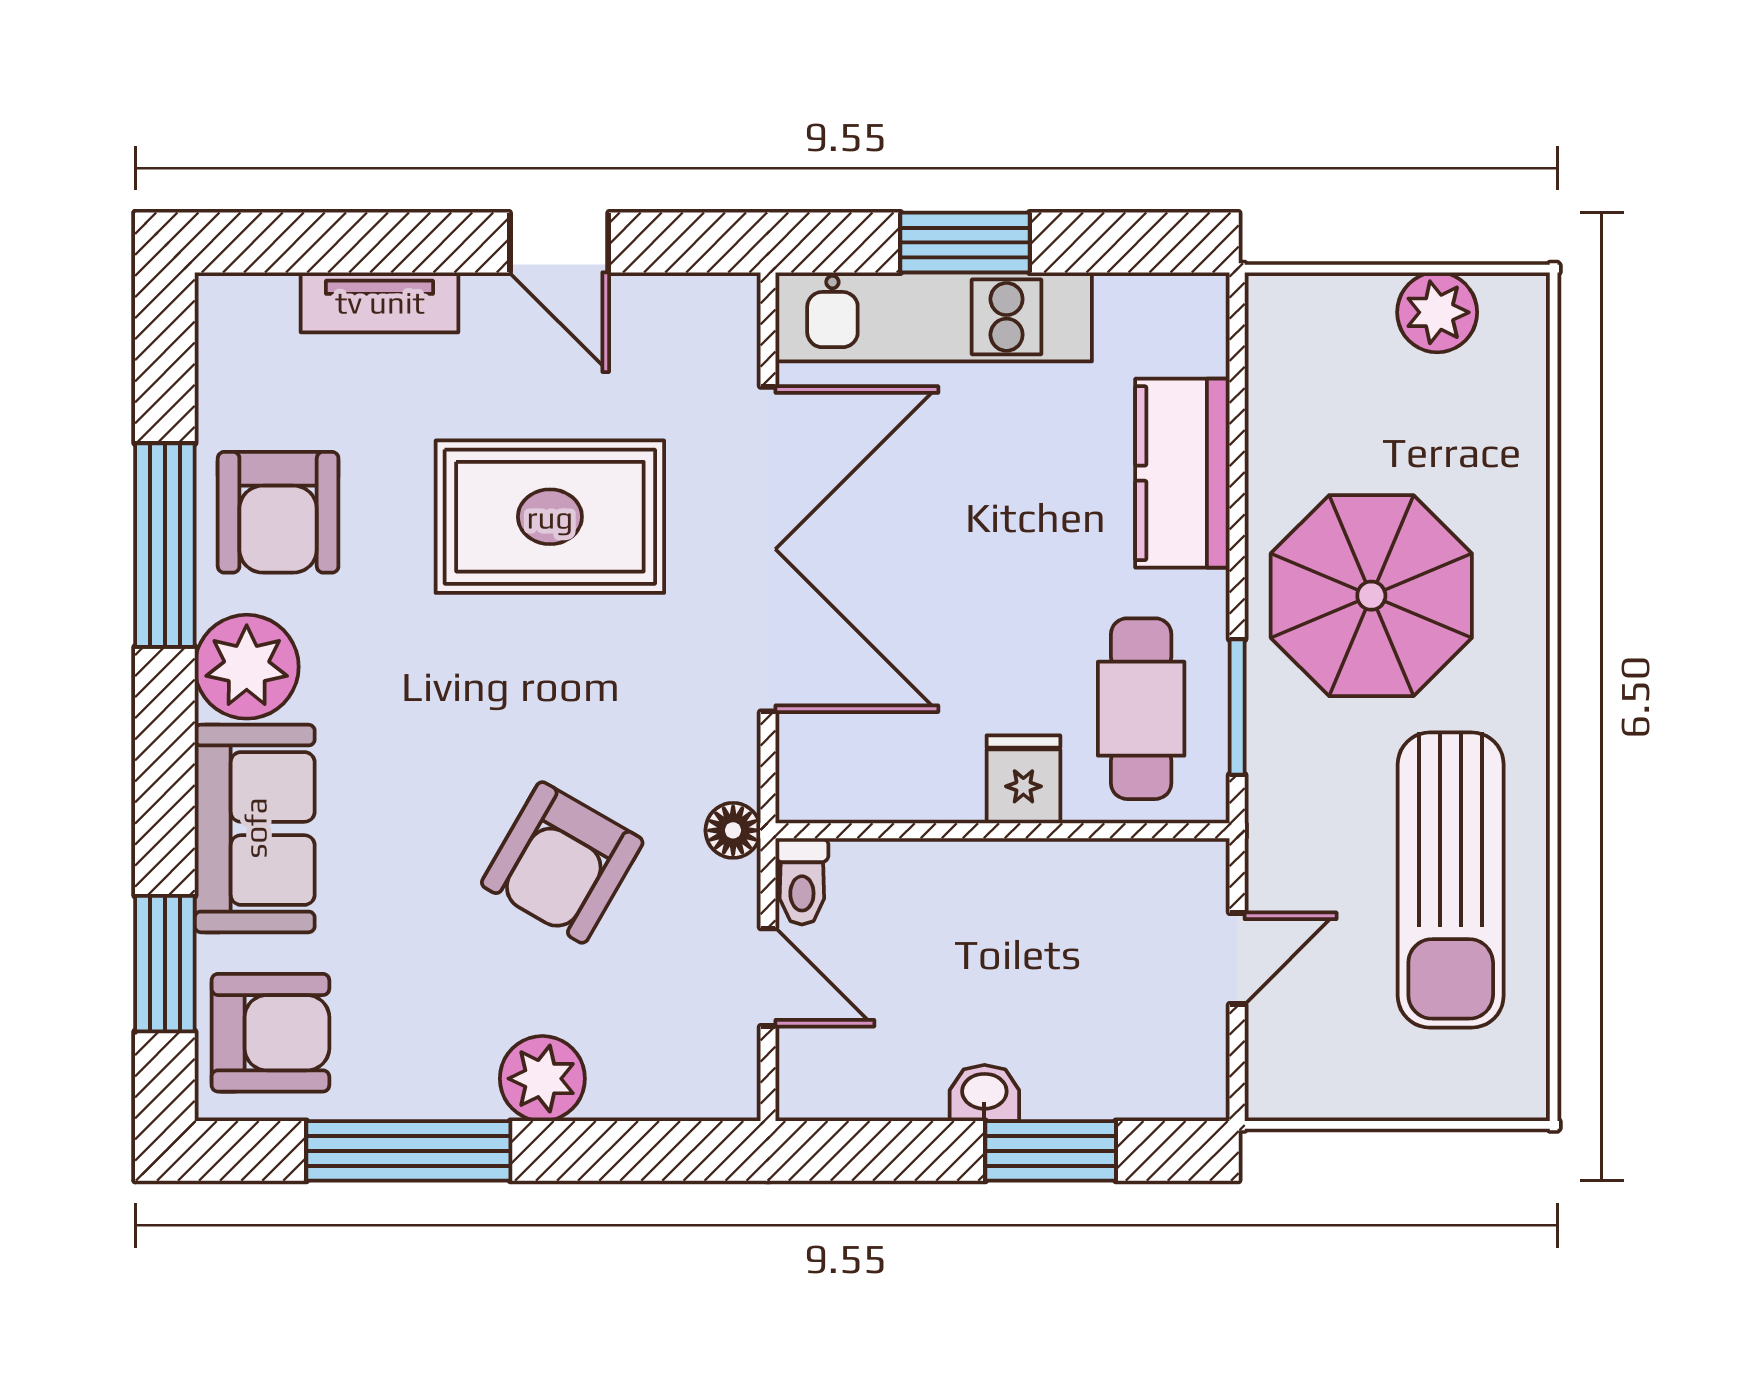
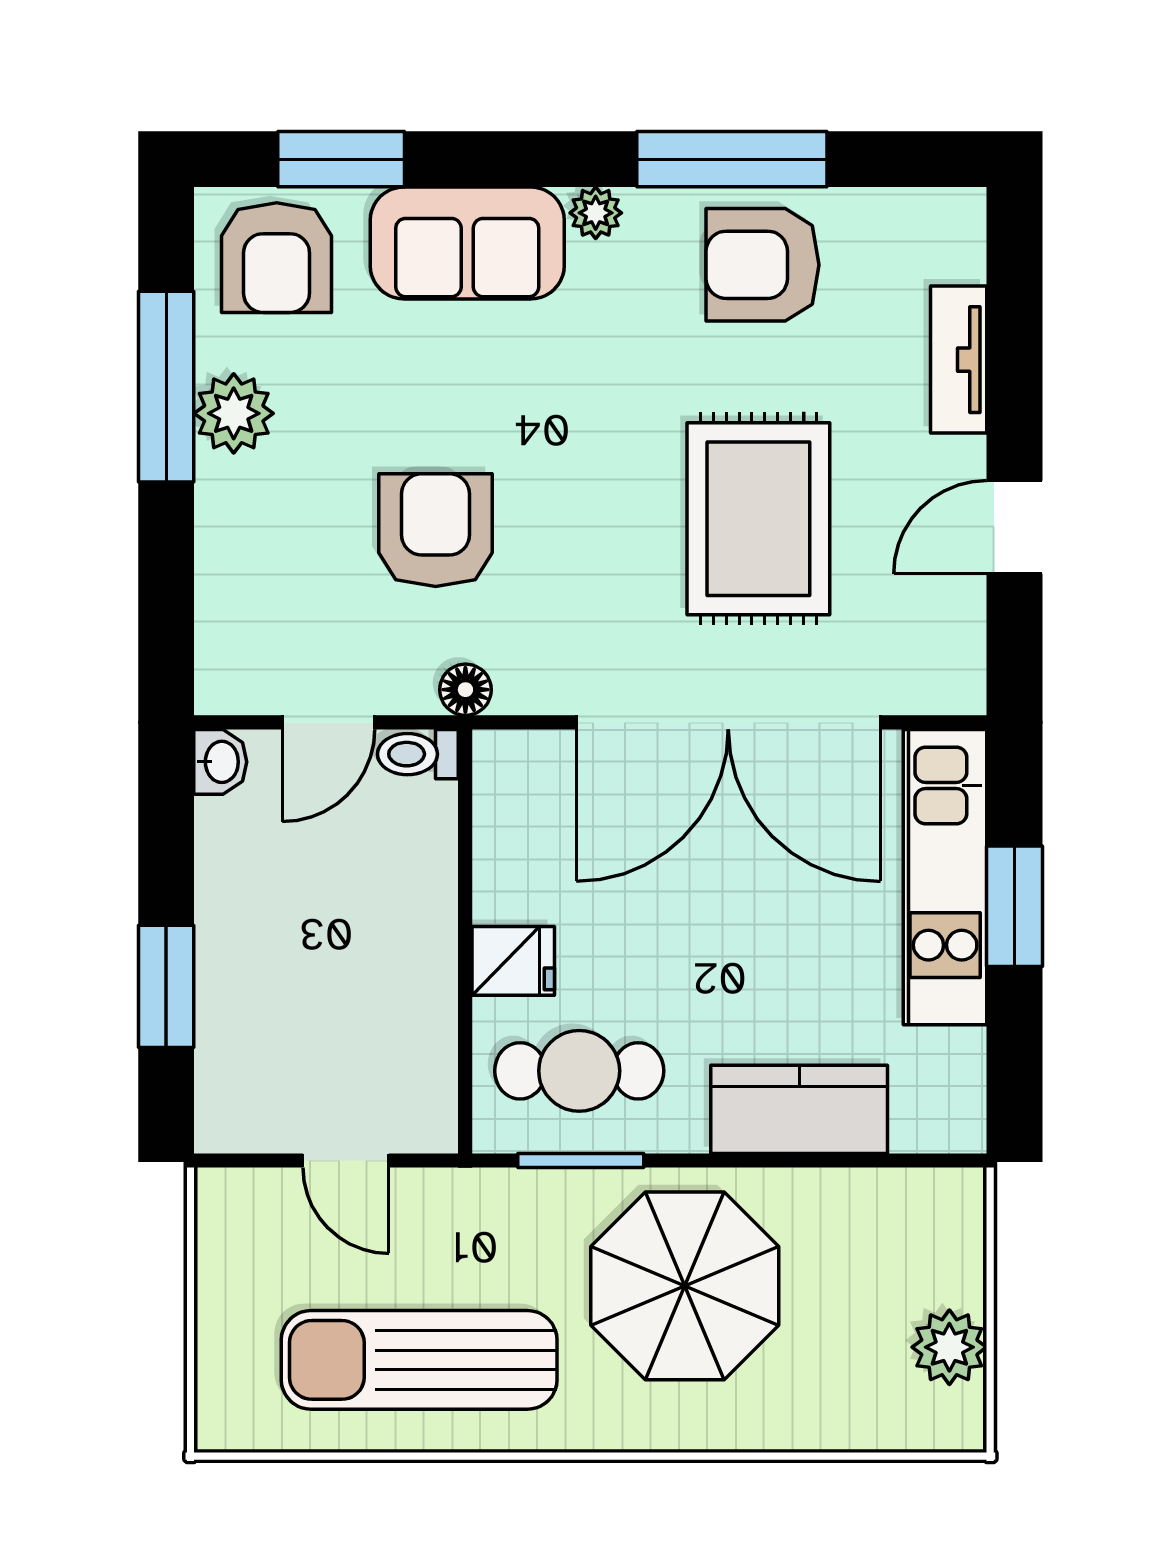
plant: (247, 667) -> (596, 213), width x0.53, depth x0.53
armchair: (562, 862) -> (436, 530), turned 60
plant: (542, 1079) -> (234, 413), moved
washbasin: (984, 1093) -> (220, 762), moved

